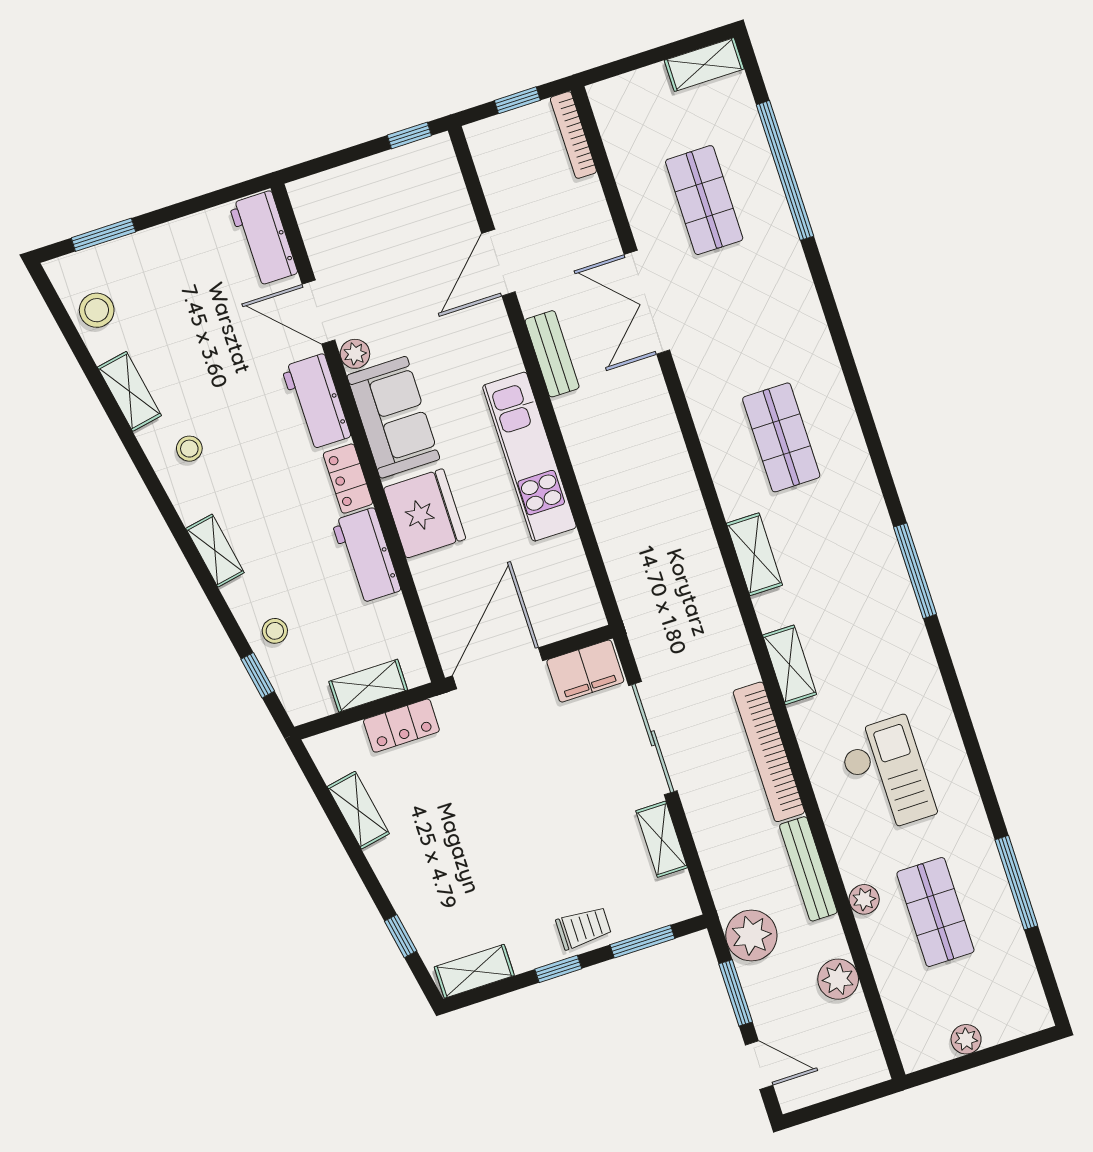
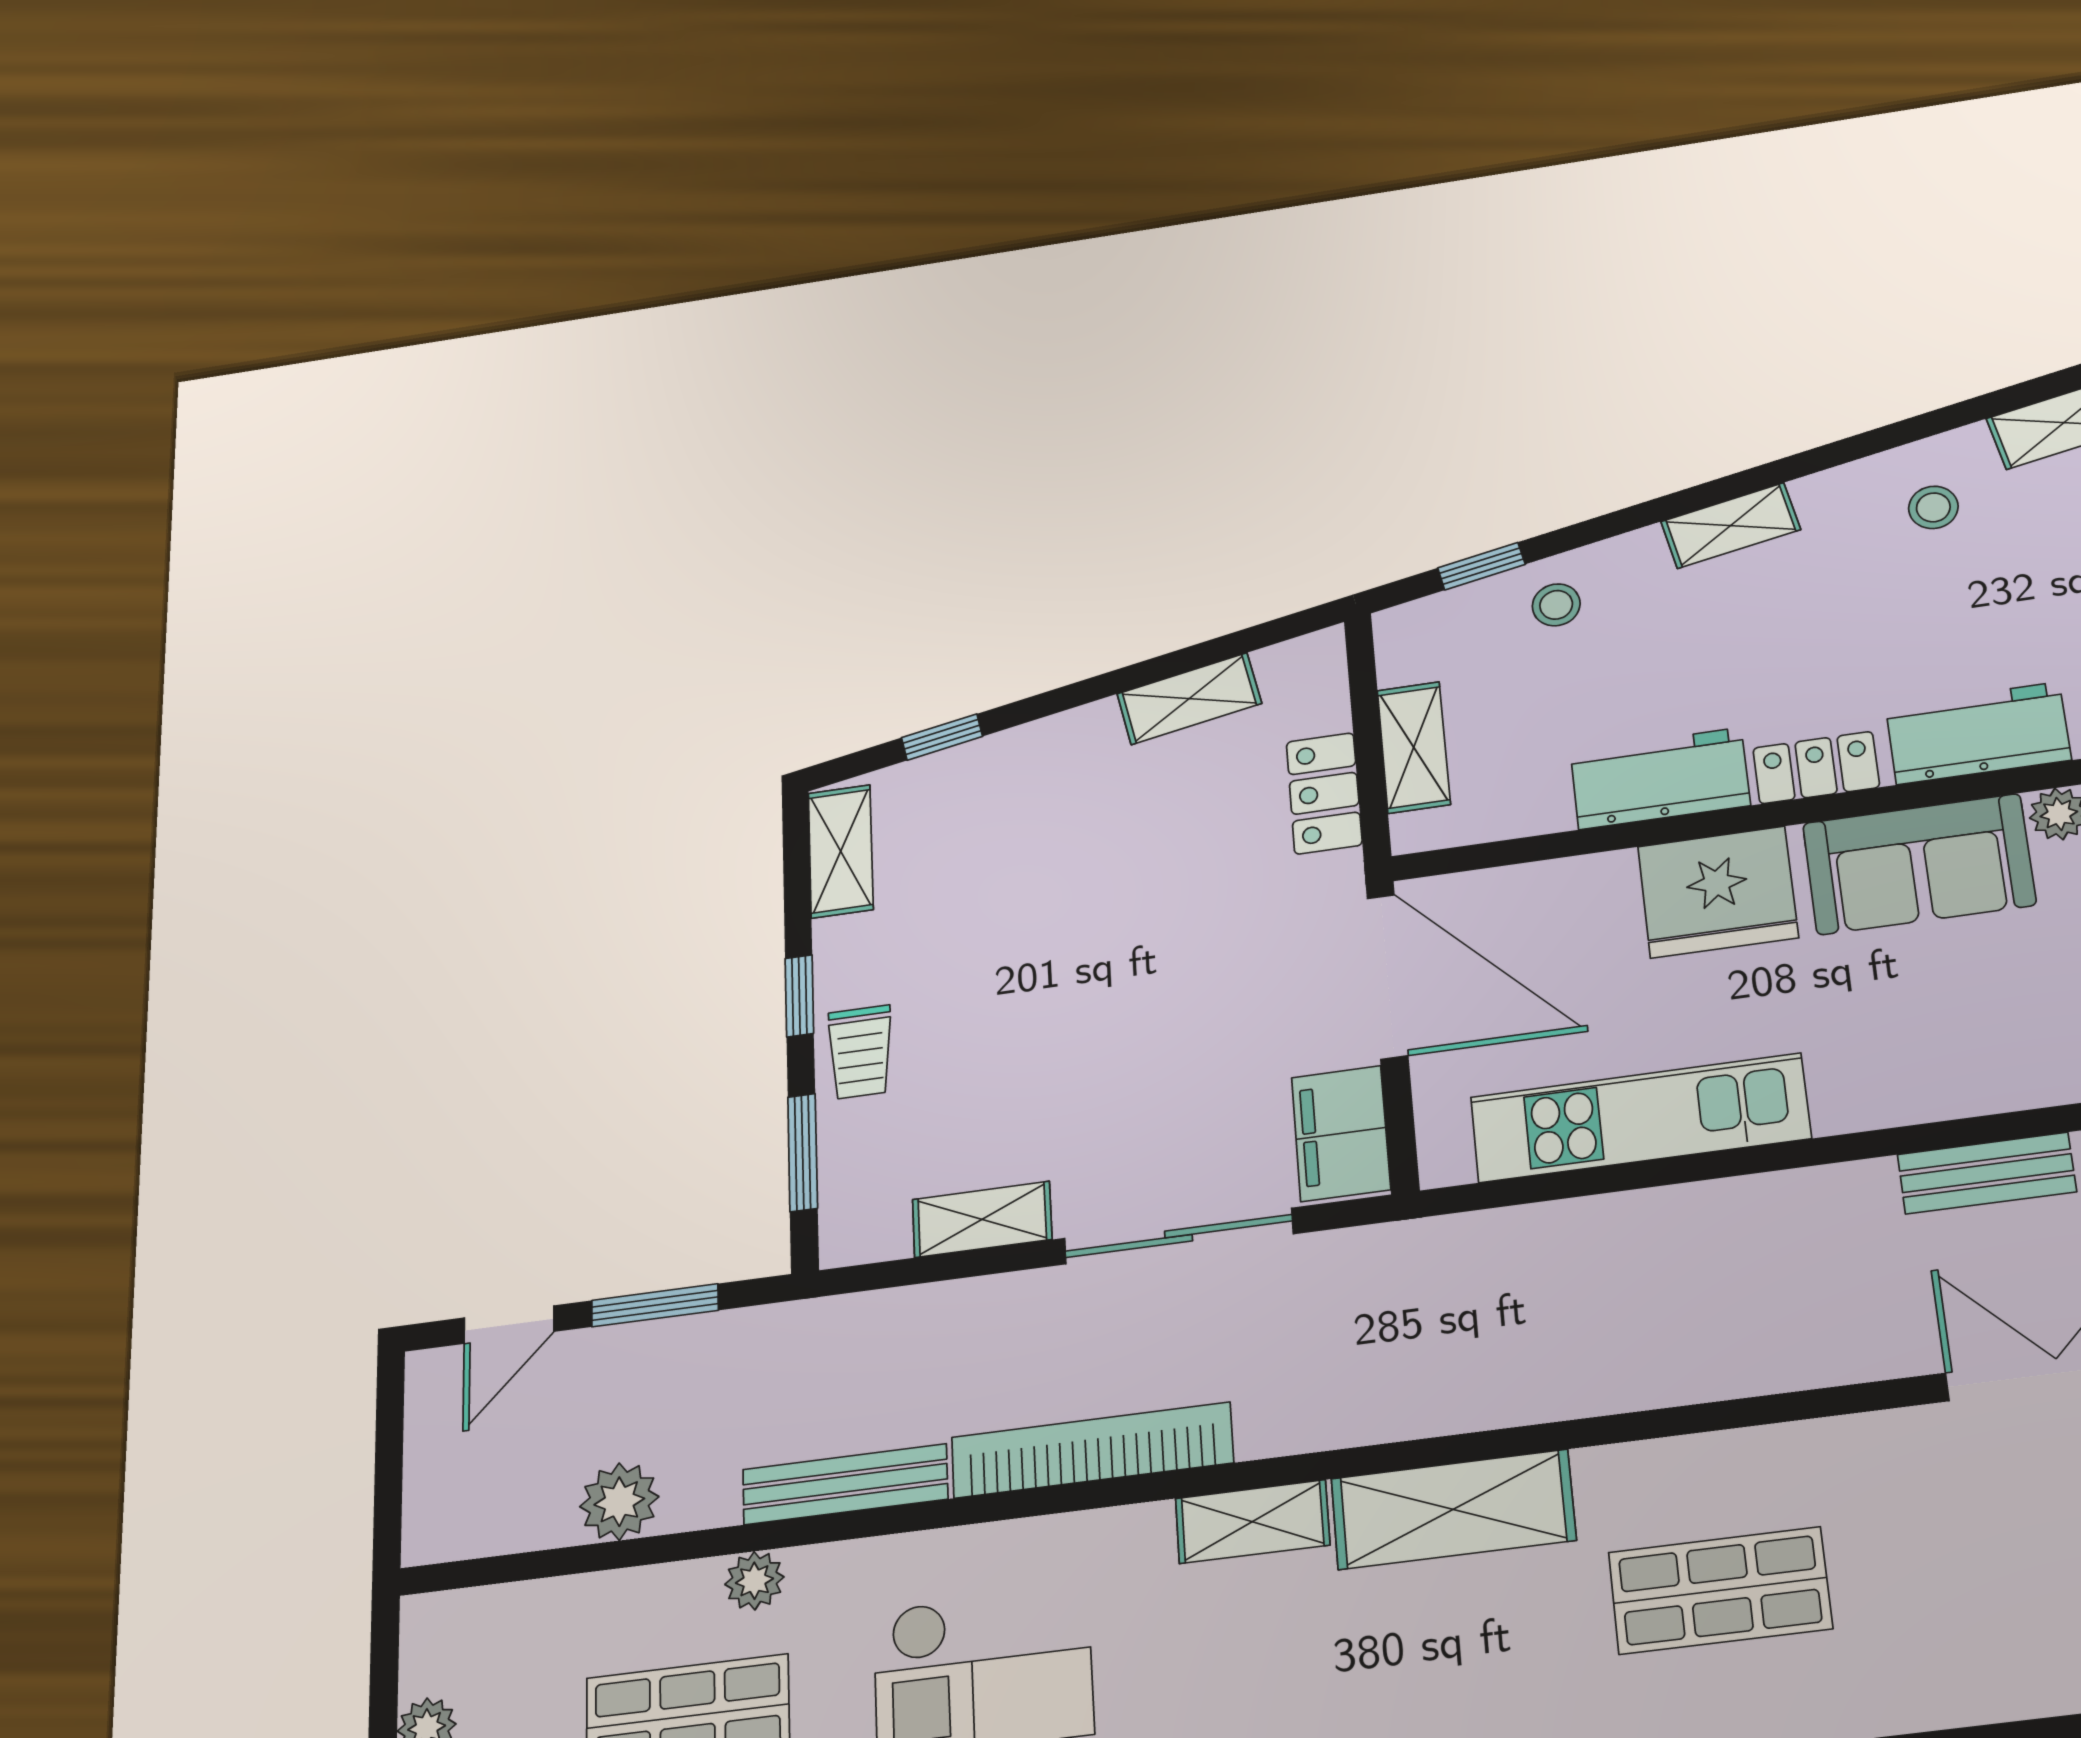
kitchen unit: (529, 457) -> (1640, 1118), moved
shelving: (754, 554) -> (1453, 1509), width x1.50, depth x1.33
plant: (751, 936) -> (752, 1354), removed

